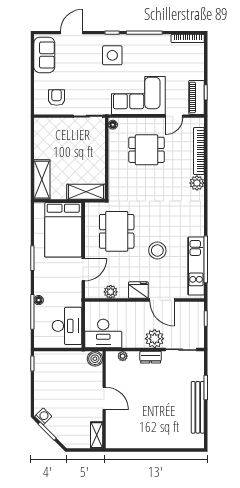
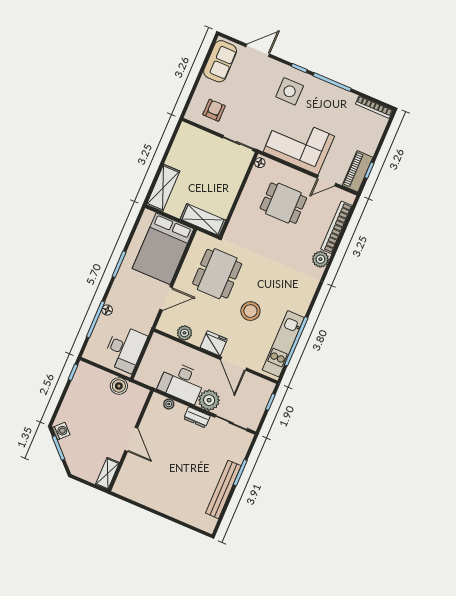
desk: (103, 334) -> (182, 382), moved
boiler: (95, 359) -> (119, 386), moved

